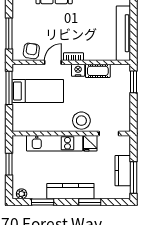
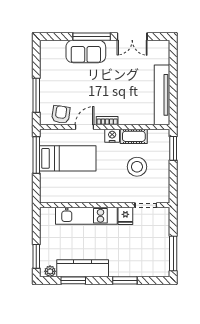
stool: (81, 121) -> (137, 167), moved
window: (9, 164) -> (36, 256), moved
kitchen counter: (123, 171) -> (161, 246), removed
kitchen counter: (70, 191) -> (83, 268), moved

